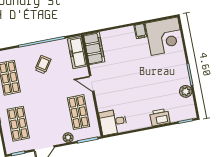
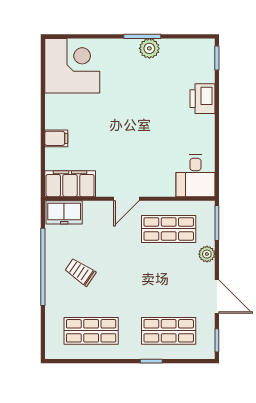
filing cabinet: (140, 31) -> (56, 138), moved
freezer: (77, 53) -> (64, 212), width x0.71
plant: (186, 91) -> (149, 48), moved

